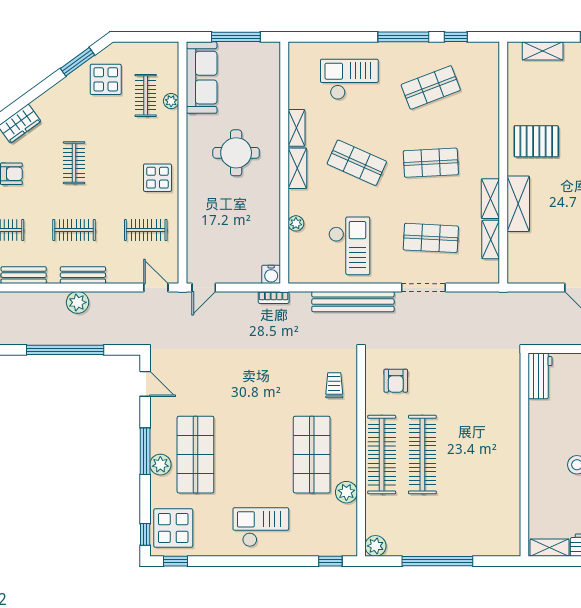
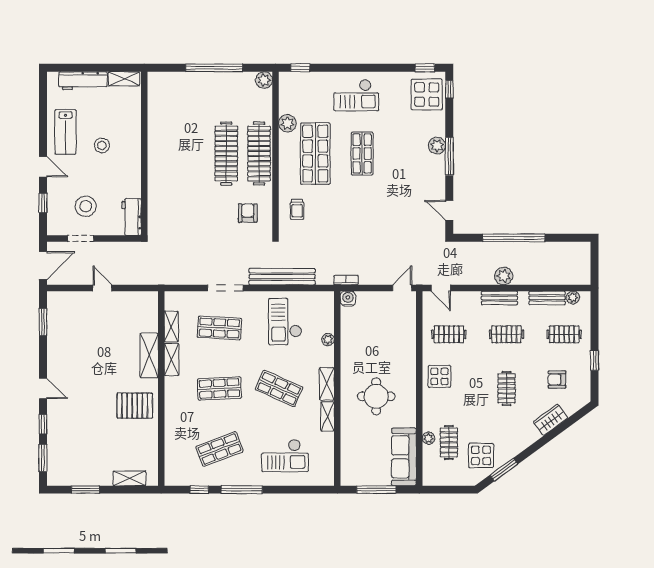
shop shelf: (195, 455) -> (362, 154), moved, width x0.70, depth x0.74

